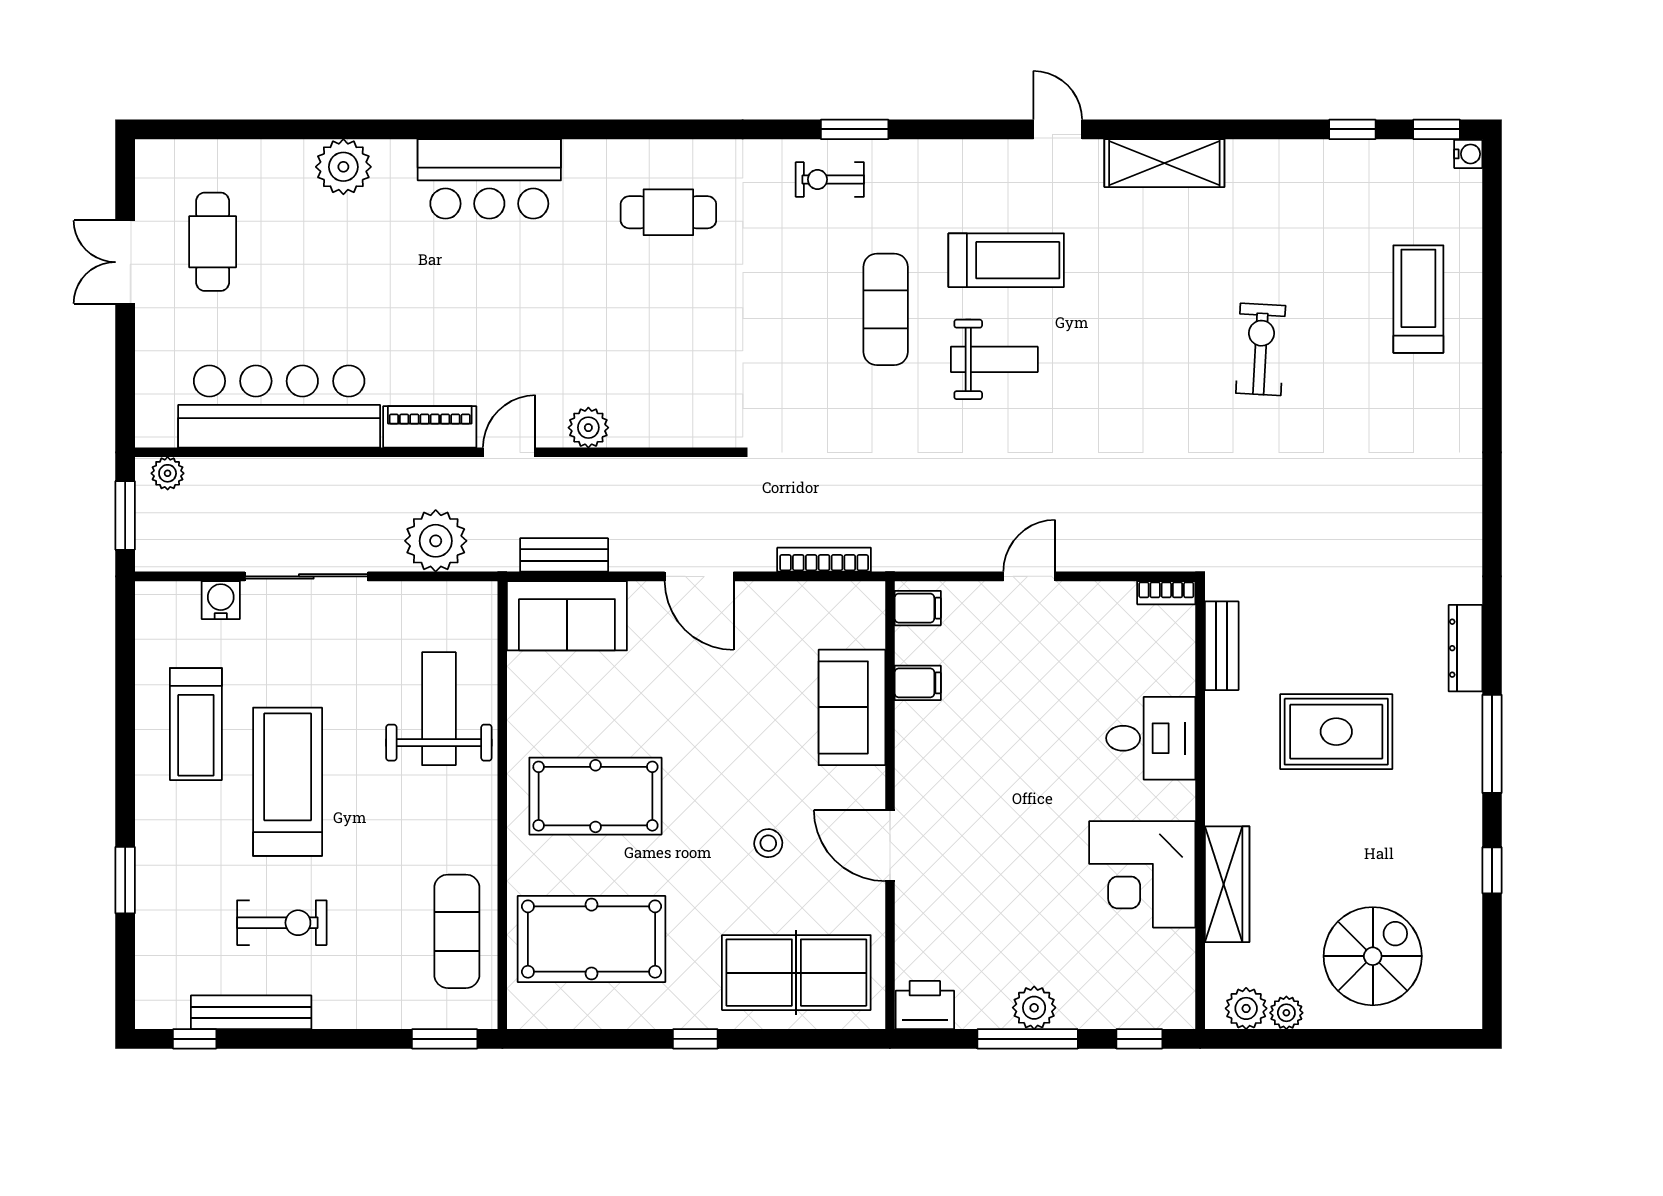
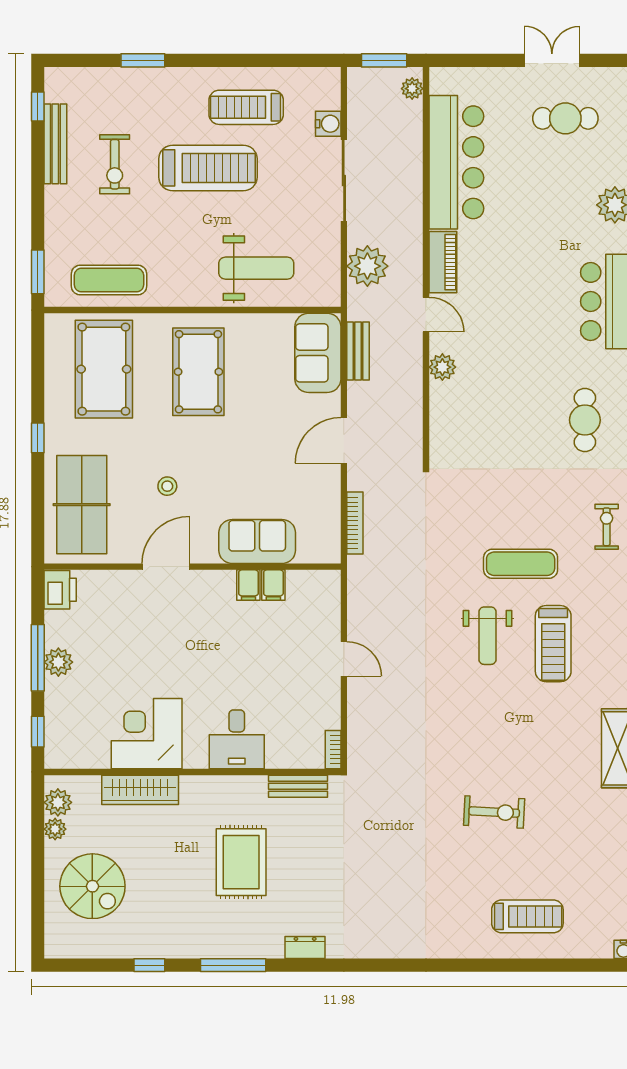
filing cabinet: (918, 608) -> (248, 585), moved
dresser: (1465, 648) -> (305, 948), width x0.70

